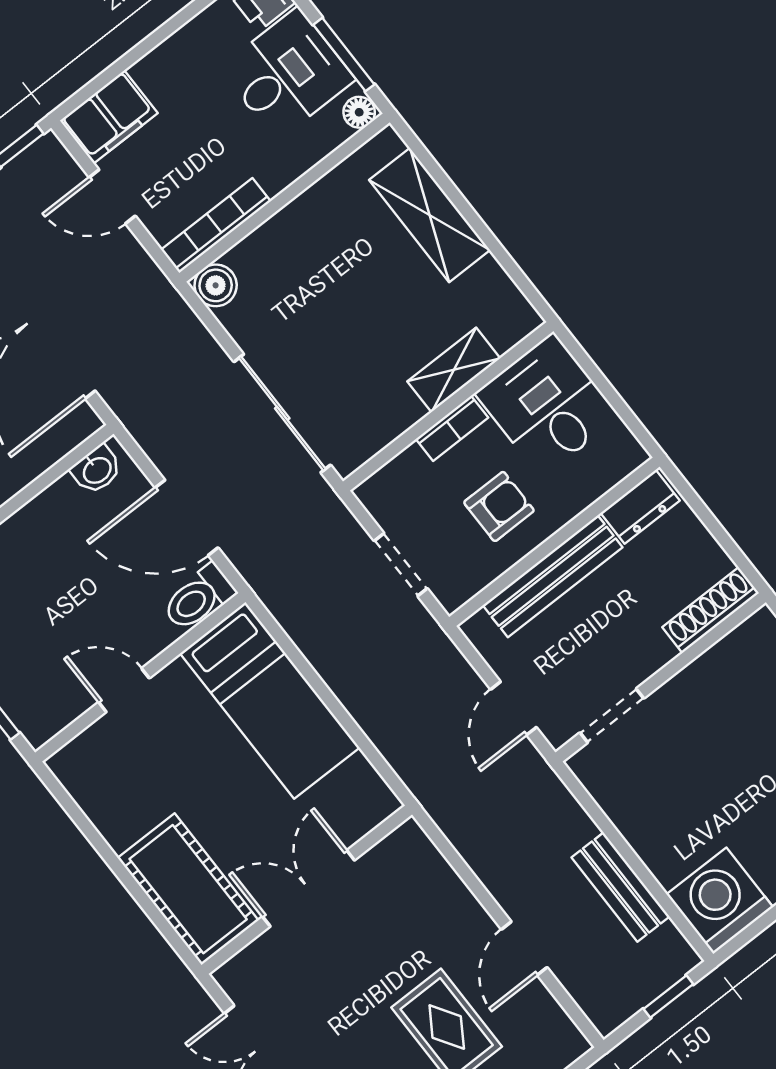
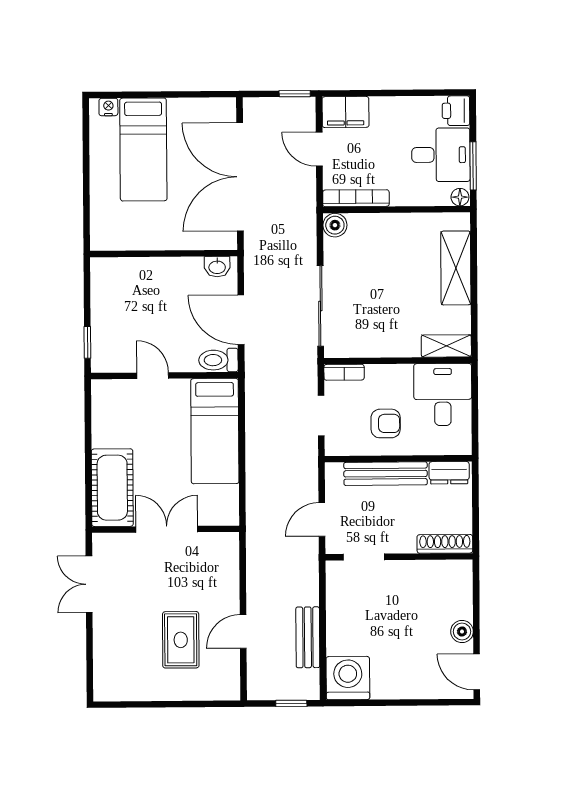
shelving: (454, 370) -> (446, 346), moved
bookcase: (452, 428) -> (344, 372), moved

